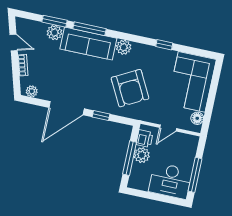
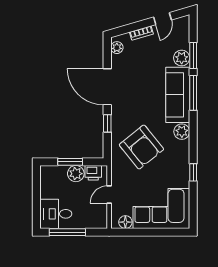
armchair: (130, 88) -> (141, 147), turned -101
door: (168, 128) -> (109, 195), hinge flipped
window: (130, 158) -> (70, 162), width x0.69
desk: (170, 181) -> (56, 214), width x0.73

